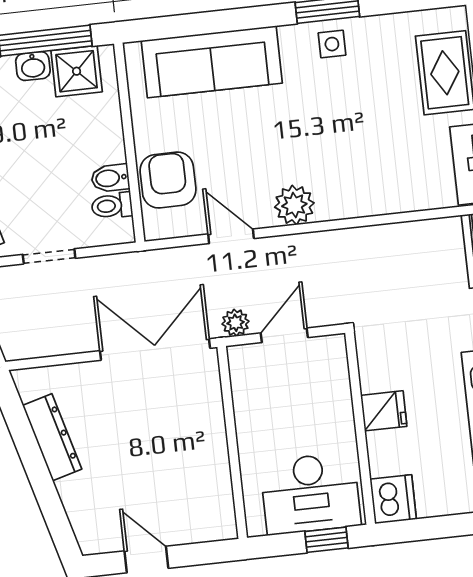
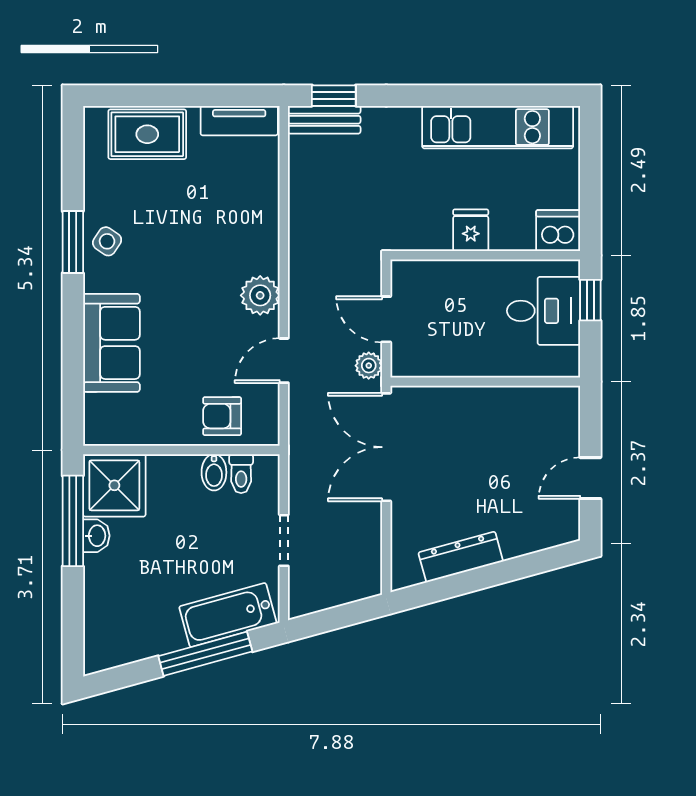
side table: (332, 44) -> (107, 241), turned 34
sofa: (212, 62) -> (111, 343), width x0.73
shower: (77, 71) -> (114, 485), width x1.36, depth x1.36
armchair: (168, 180) -> (222, 416), width x0.72, depth x0.72
desk: (310, 493) -> (543, 311), width x0.73

